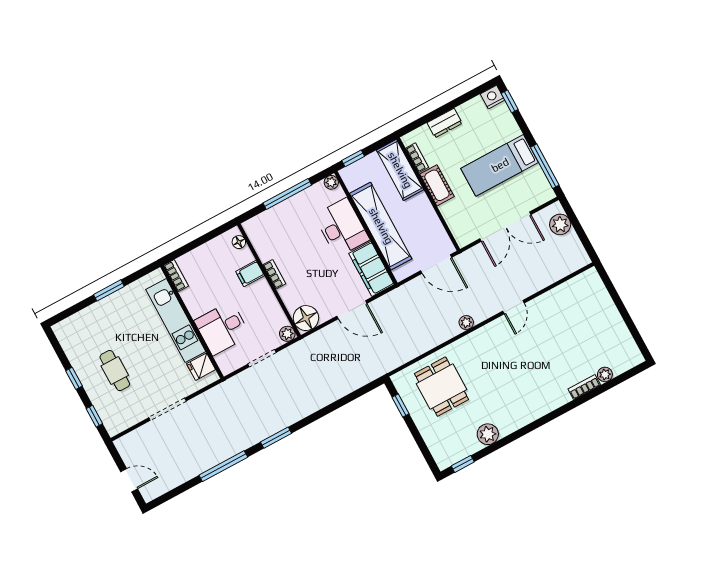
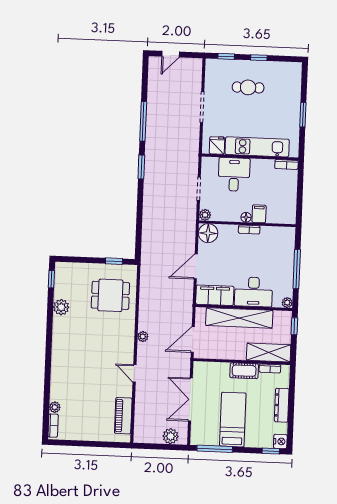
dresser: (445, 123) -> (282, 405), width x1.44
floor lamp: (239, 242) -> (246, 217), moved
piano: (569, 291) -> (123, 416), added
bookcase: (584, 387) -> (53, 426), moved

